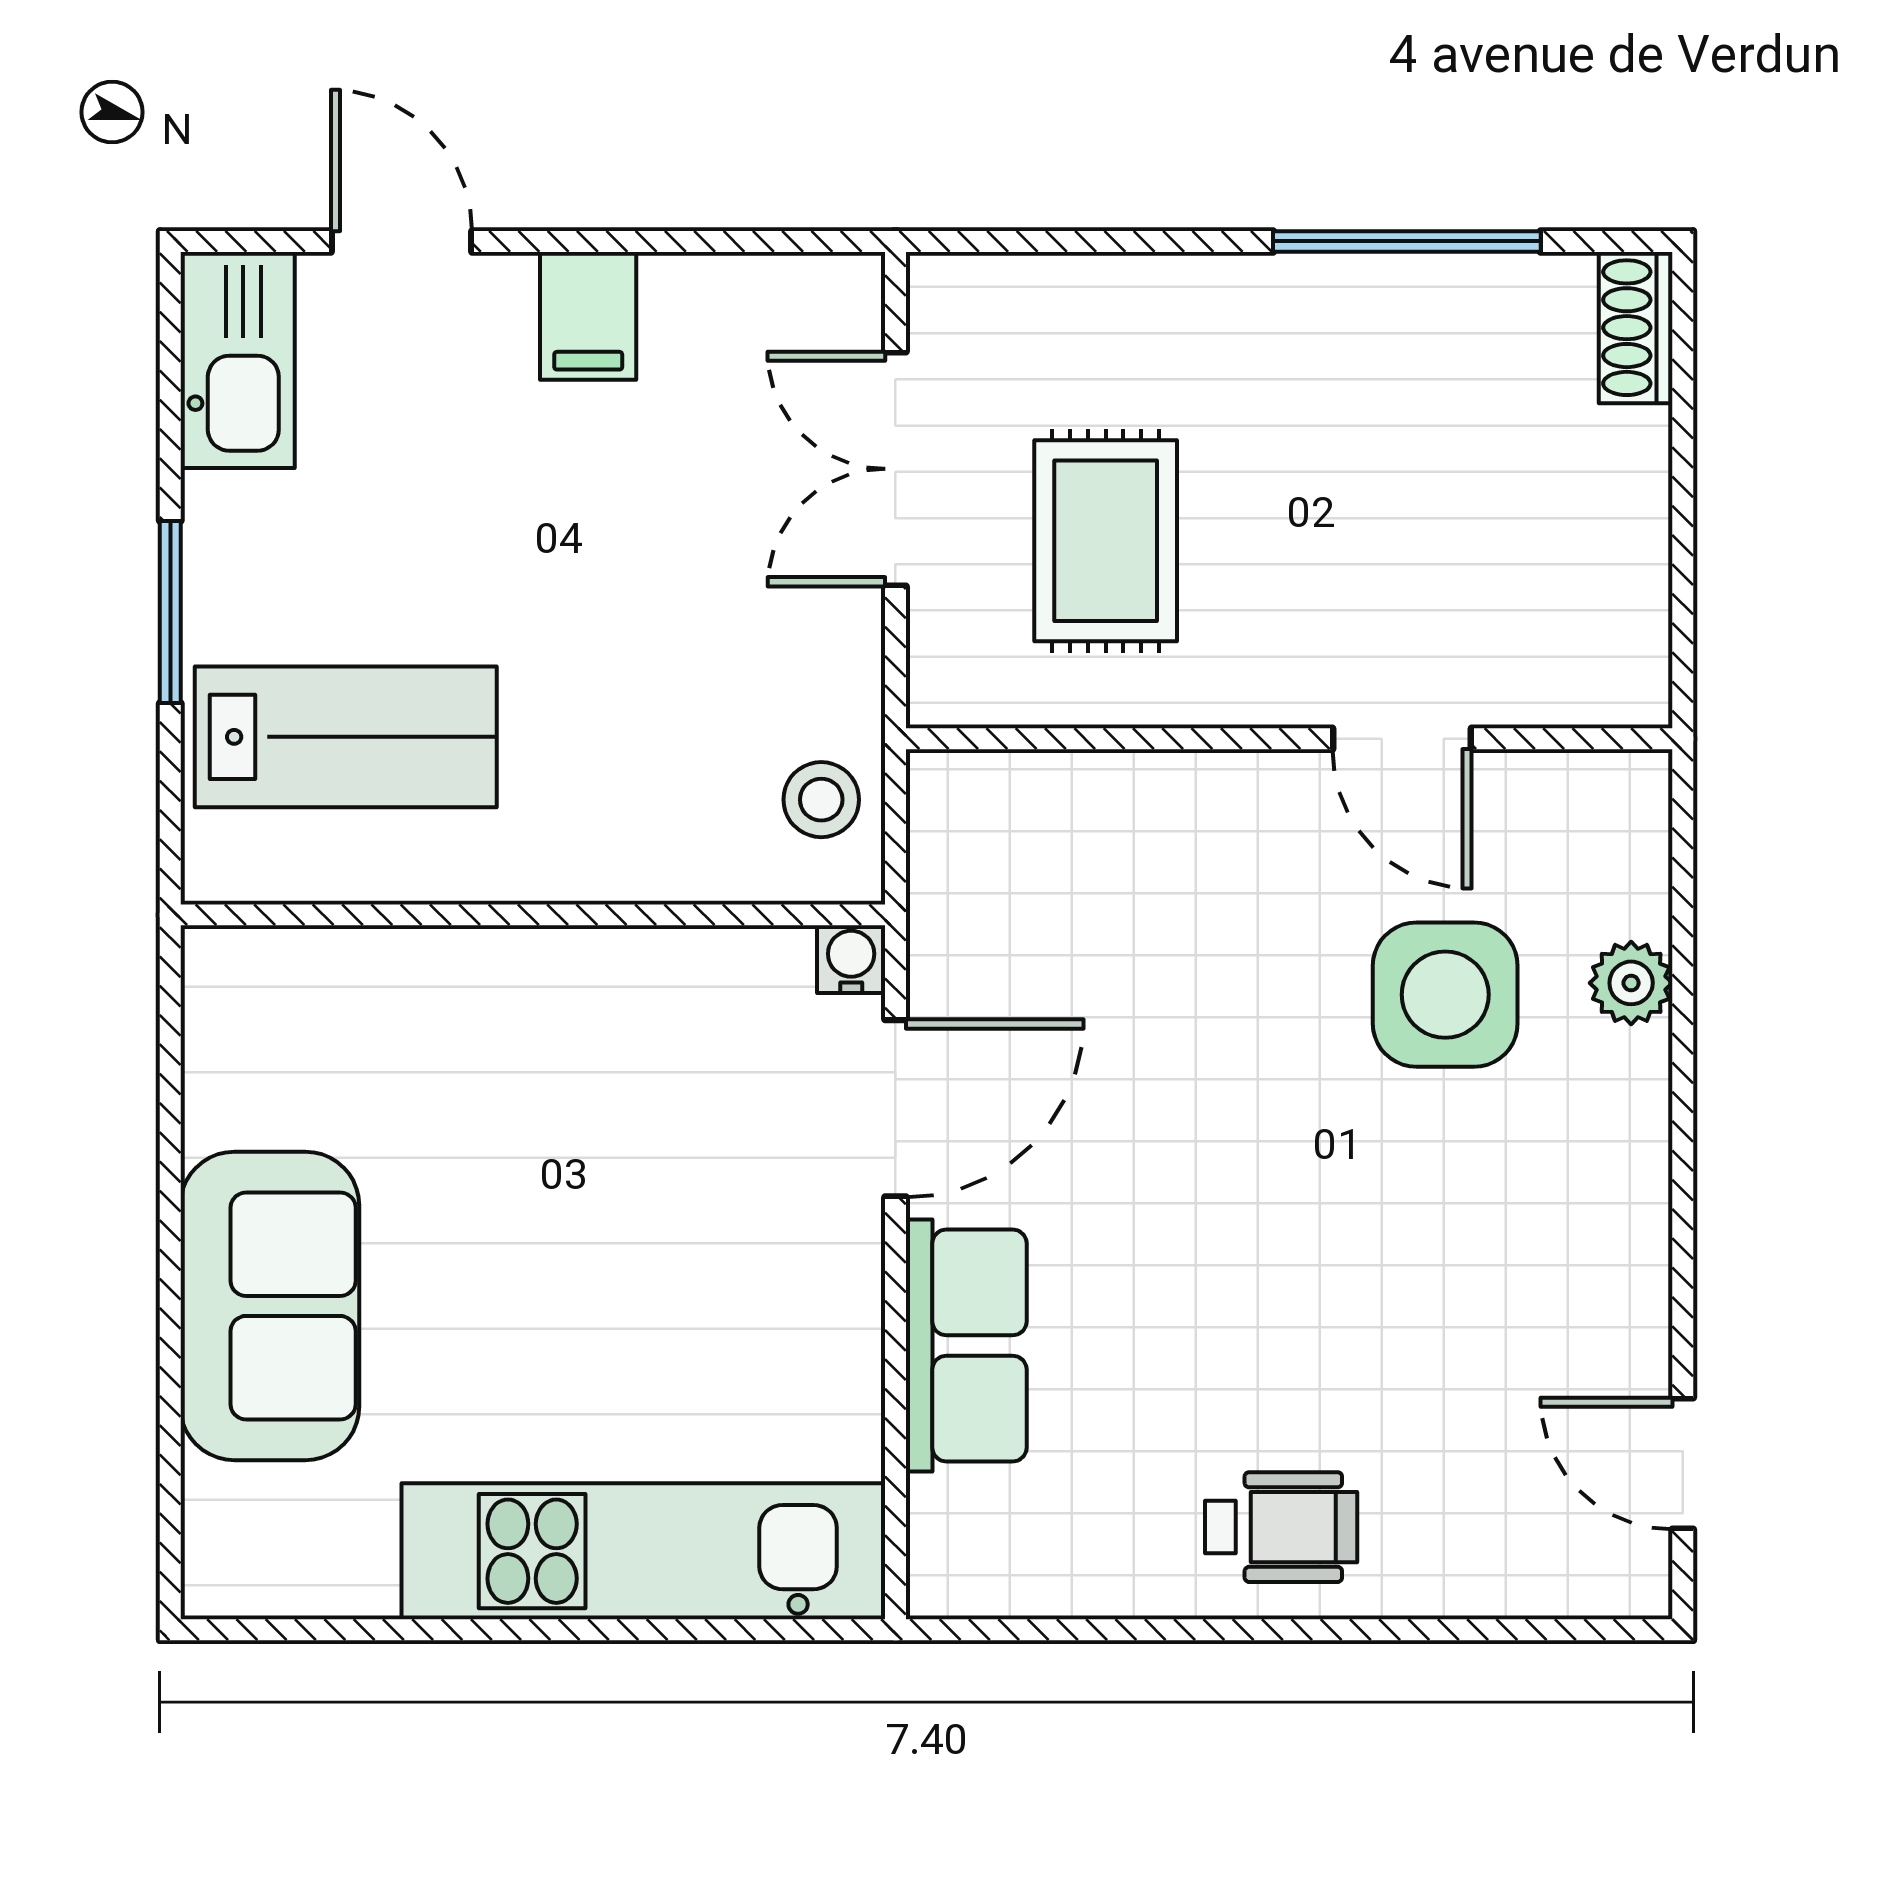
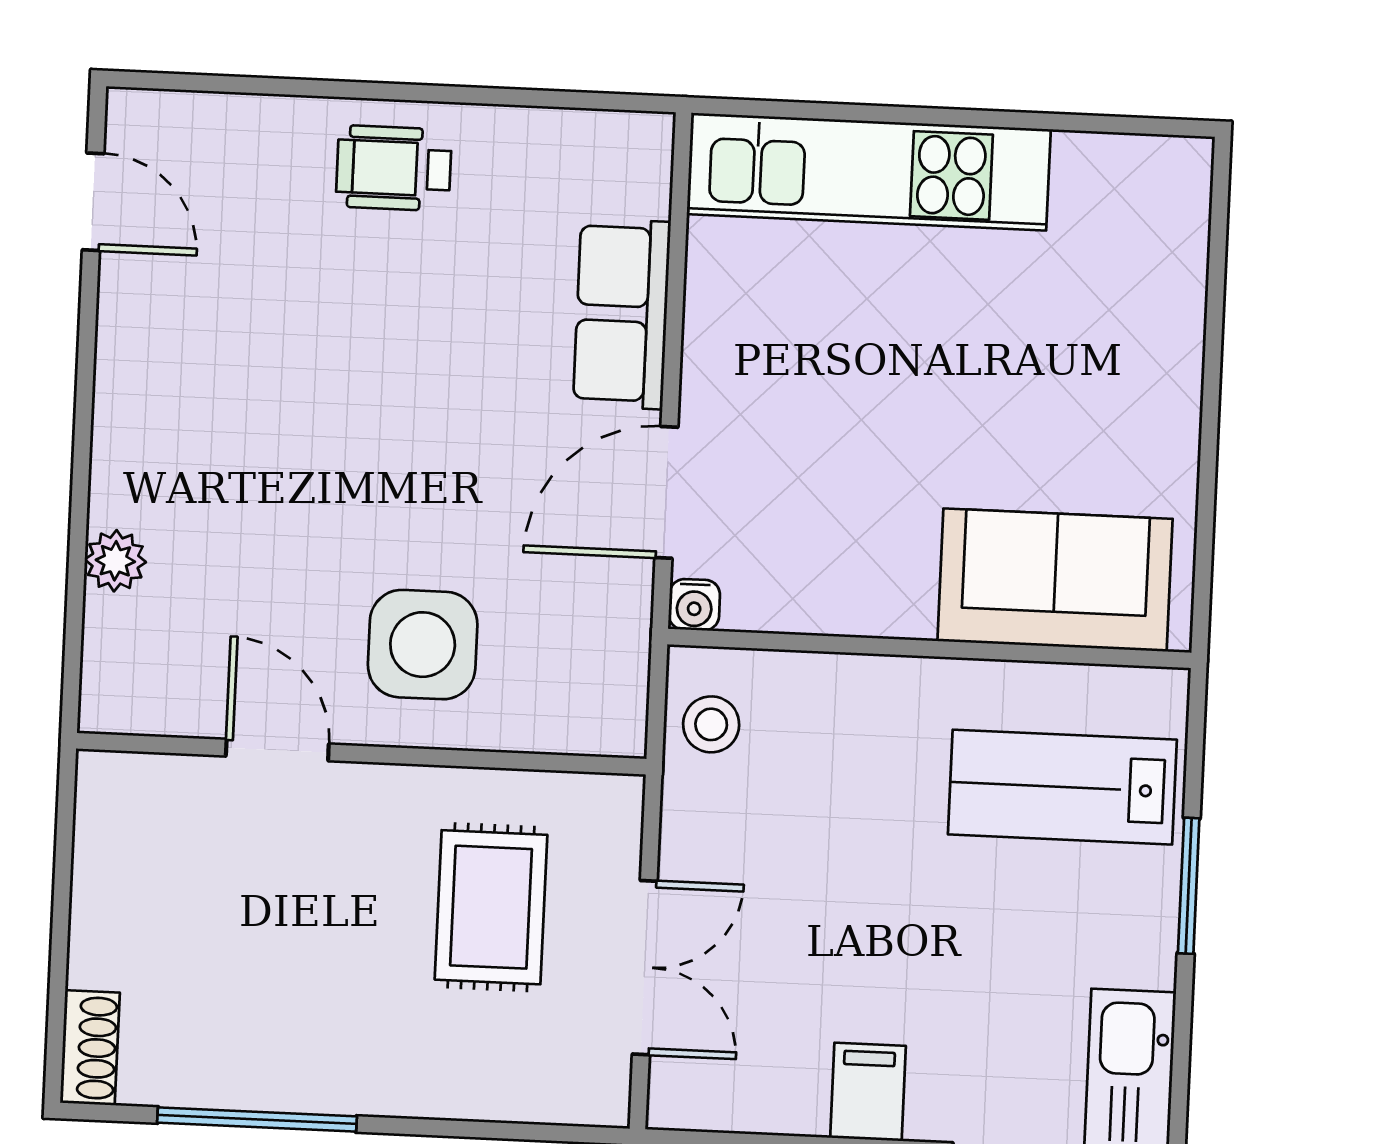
side table: (1445, 995) -> (423, 645), moved
sofa: (270, 1306) -> (1055, 580), moved, turned 90

